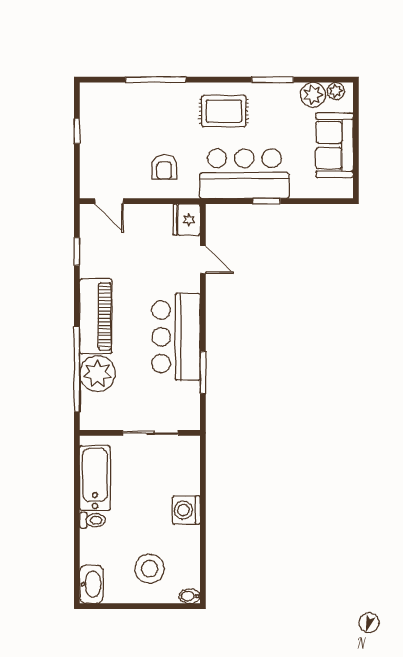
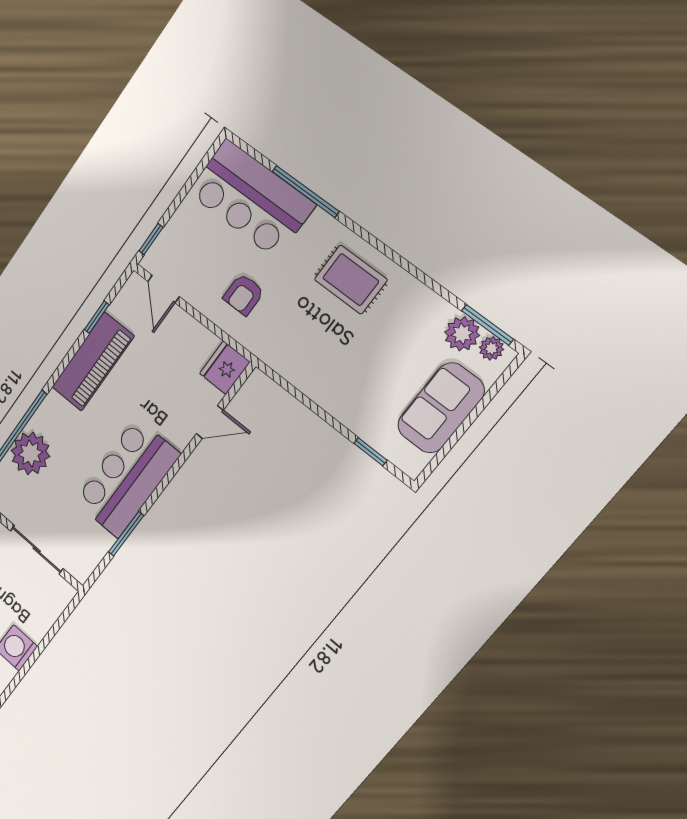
window: (273, 80) -> (487, 325), moved
window: (77, 131) -> (151, 239), moved
bar counter: (244, 174) -> (251, 199), moved, turned 180
window: (267, 201) -> (370, 452), moved
door: (203, 260) -> (210, 422), hinge flipped
piano: (96, 316) -> (93, 362), moved

